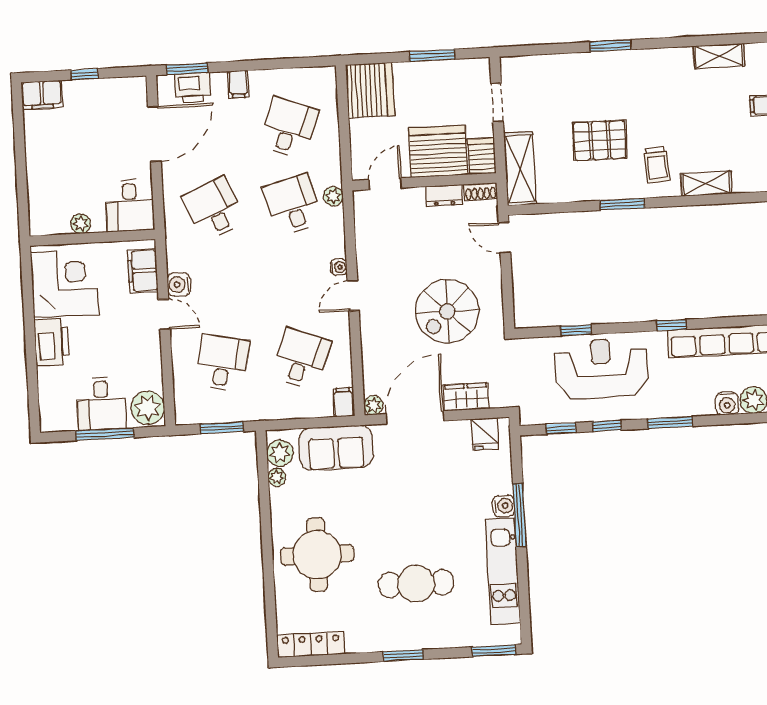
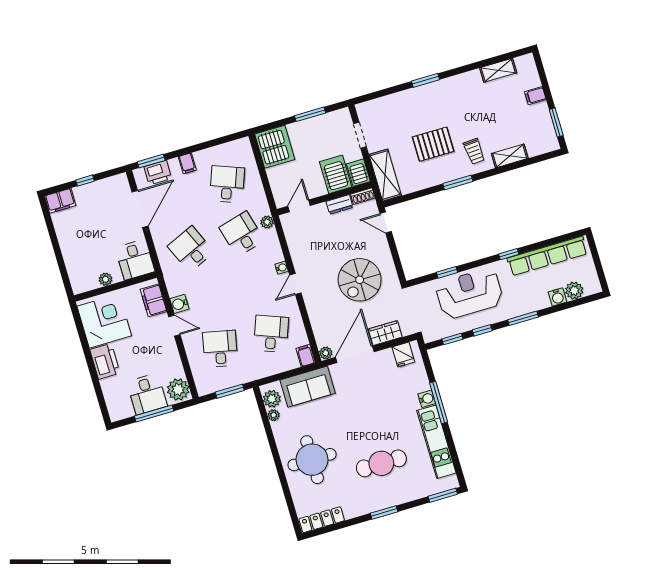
server rack: (438, 151) -> (336, 174), width x0.62

